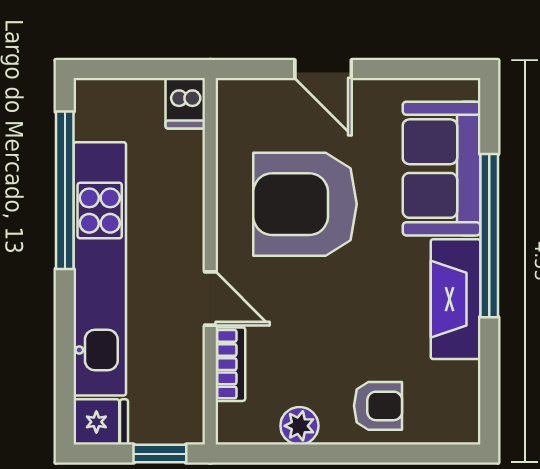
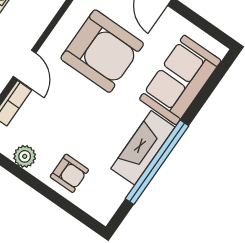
armchair: (305, 204) -> (102, 51), turned 180
window: (489, 236) -> (157, 162), moved

